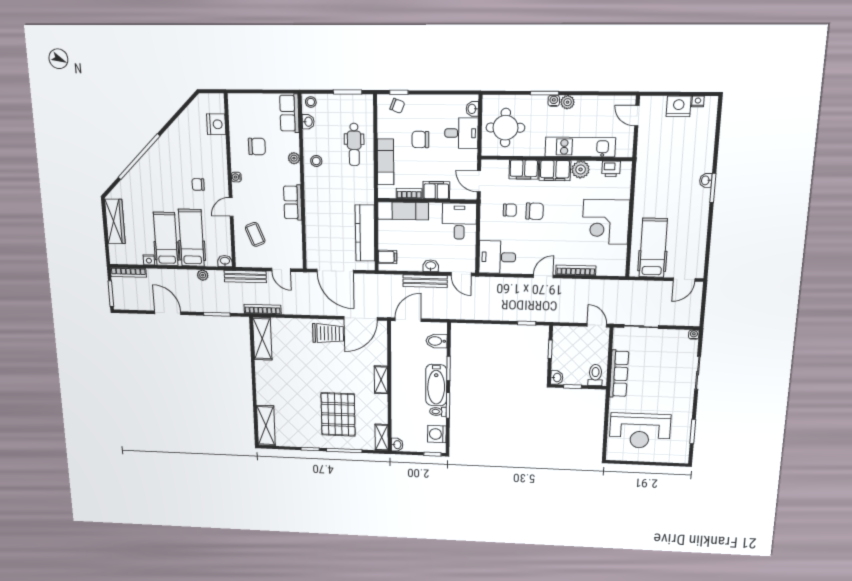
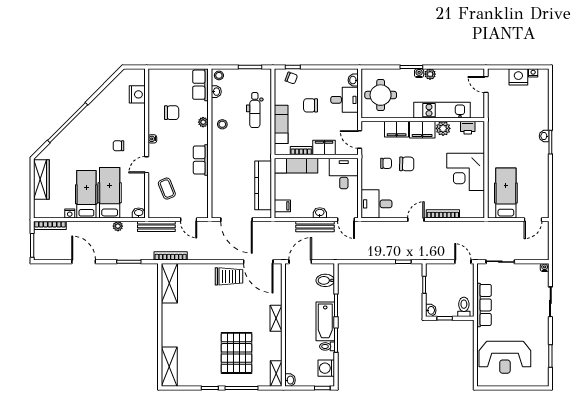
door: (361, 318) -> (258, 262), hinge flipped

